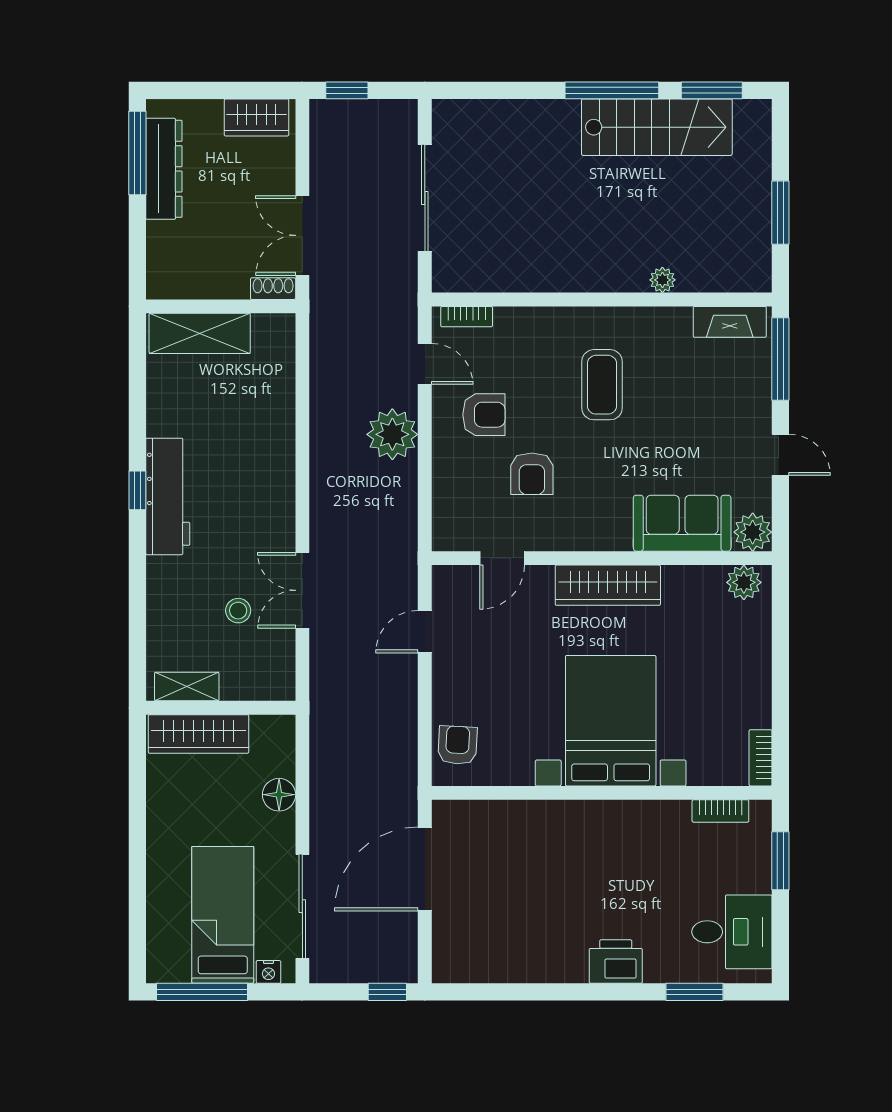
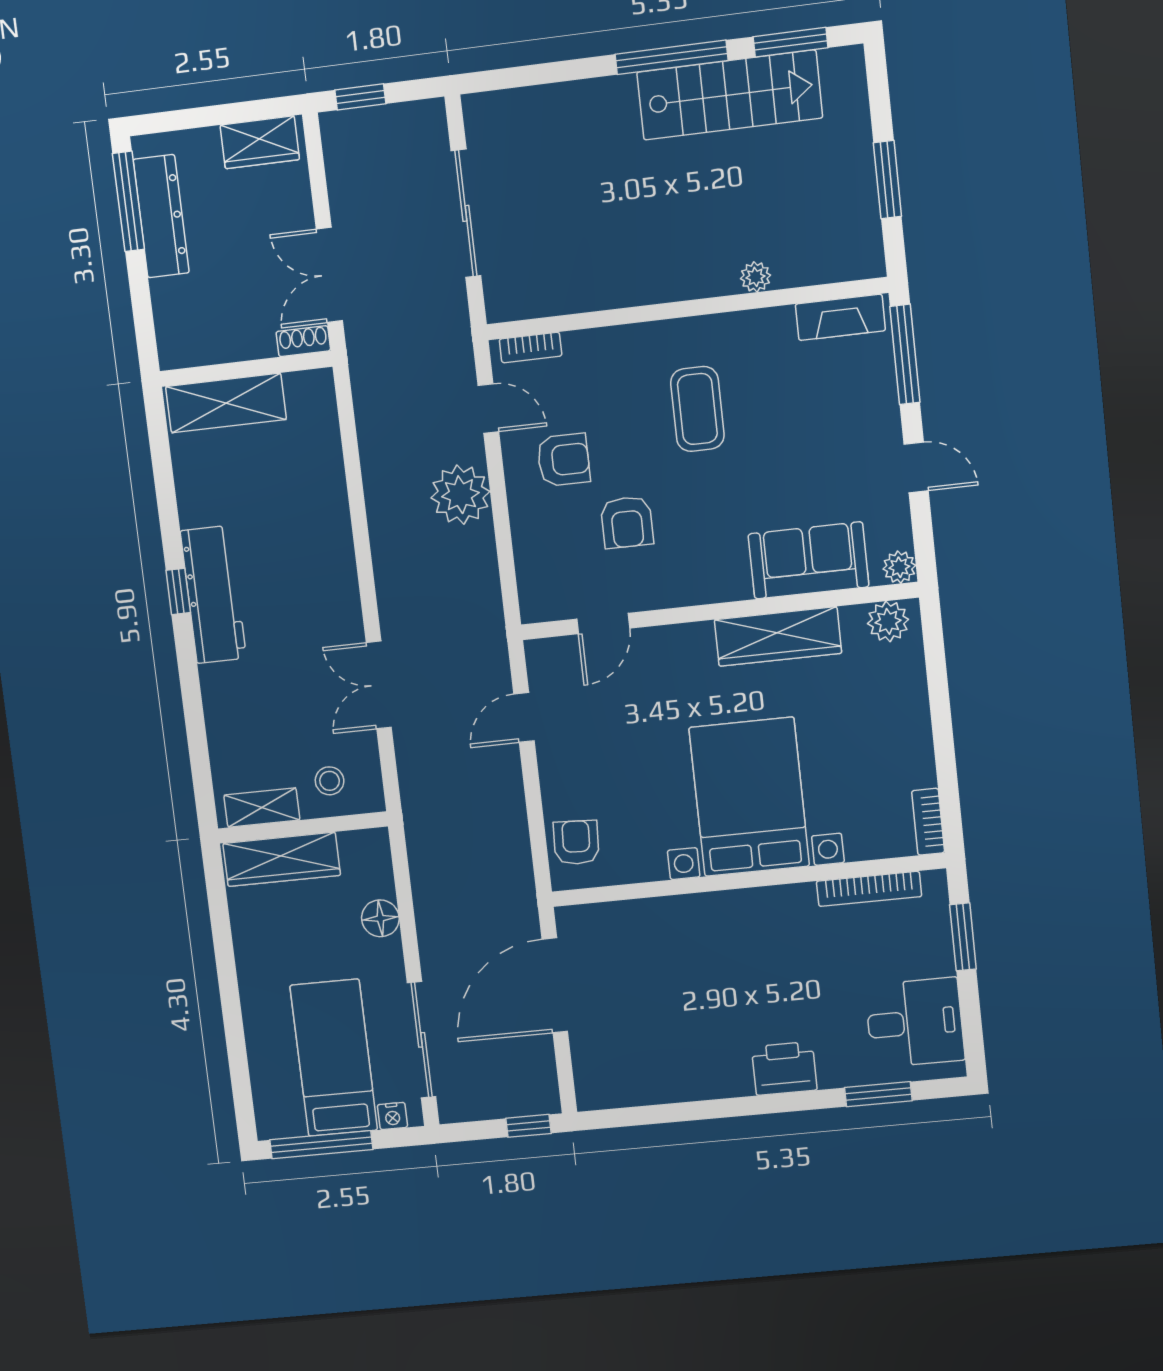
plant: (753, 532) -> (899, 567), width x0.73, depth x0.73
wardrobe: (608, 585) -> (778, 636), moved
stool: (238, 611) -> (330, 781), moved
bookcase: (720, 811) -> (869, 889), width x1.56

